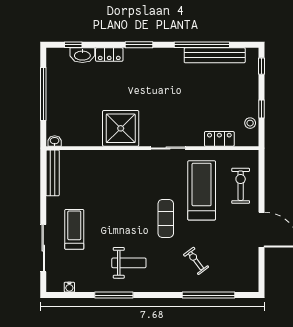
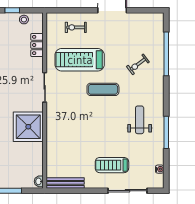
exercise bike: (241, 186) -> (76, 27), width x0.73, depth x0.72

